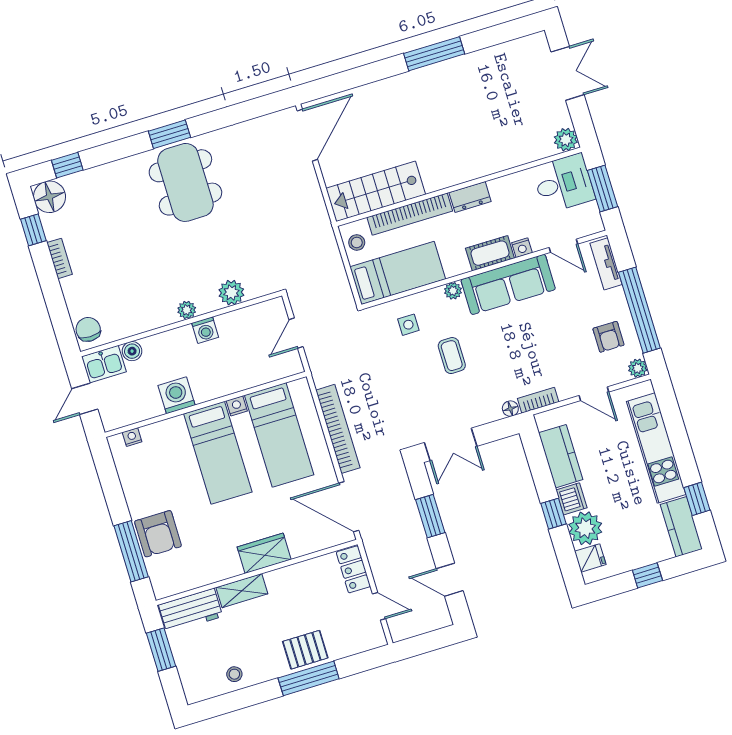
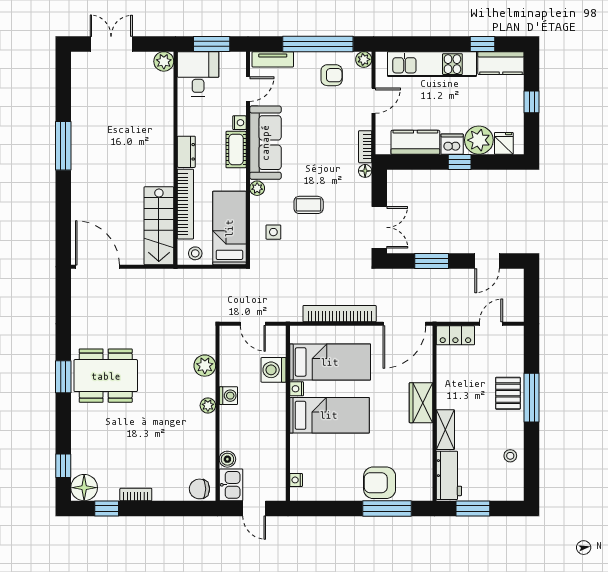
washing machine: (177, 395) -> (274, 370), moved
armchair: (158, 534) -> (380, 483), turned 180

